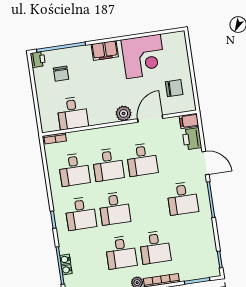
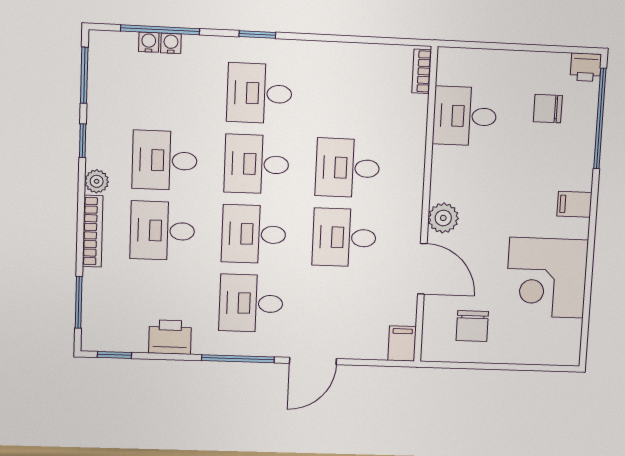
filing cabinet: (105, 51) -> (574, 204), width x0.50
printer: (192, 139) -> (170, 337), moved
desk: (74, 170) -> (254, 234), moved

